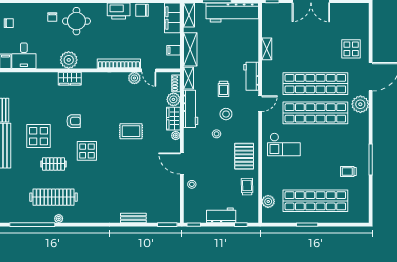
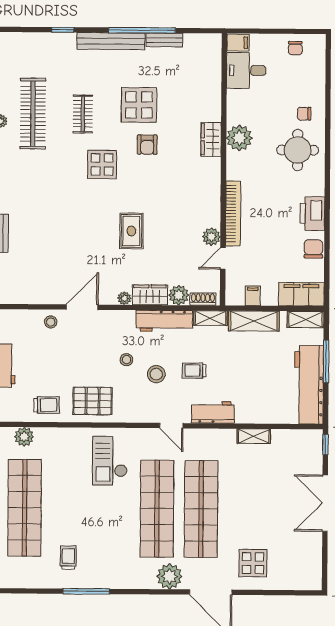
display table: (39, 136) -> (139, 105), moved

